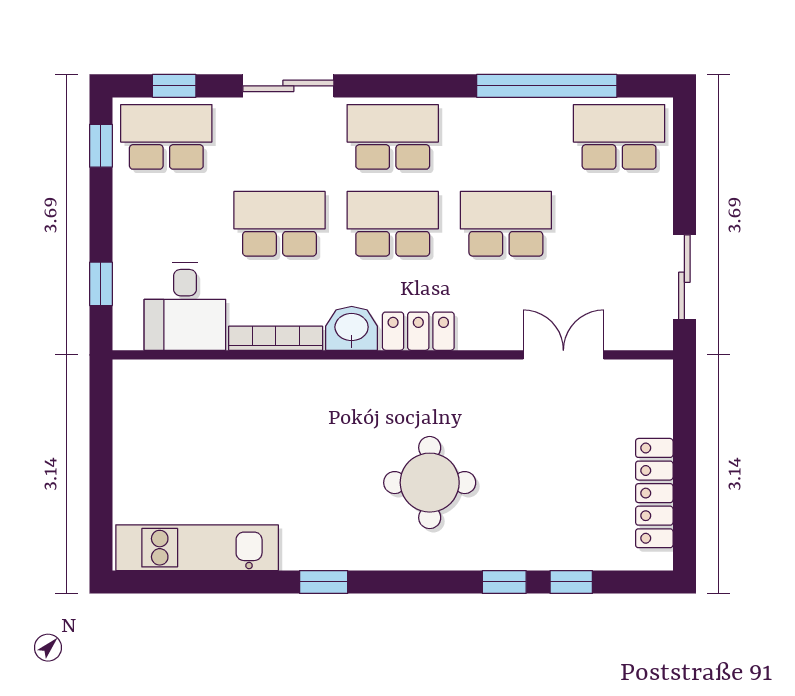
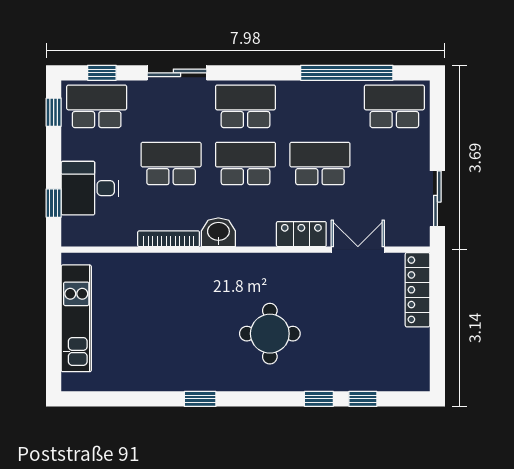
desk: (185, 306) -> (90, 188), moved, turned 90
locker: (418, 331) -> (301, 234), moved
locker: (654, 493) -> (418, 290), moved
kitchen unit: (197, 548) -> (76, 318), moved, turned 90

